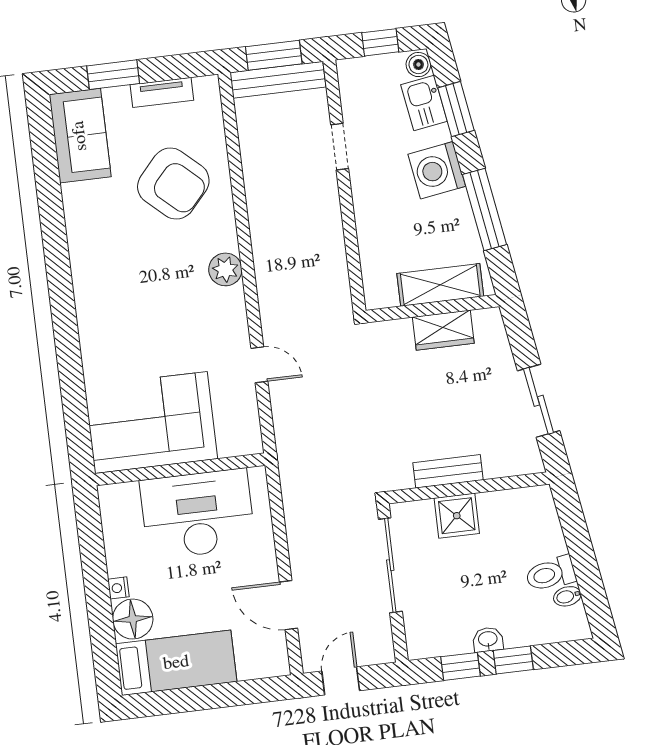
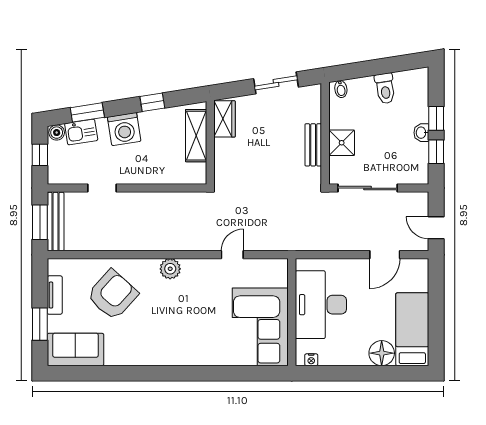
window: (484, 210) -> (152, 102), width x0.46
wardrobe: (443, 330) -> (225, 119), moved
nightstand: (118, 588) -> (311, 360), moved
bidet: (567, 596) -> (341, 89), moved

